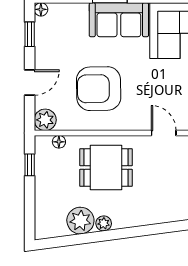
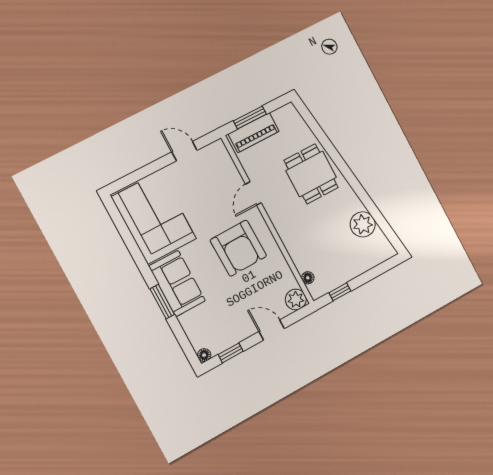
armchair: (99, 89) -> (238, 248), moved
dining table: (106, 168) -> (311, 174), moved
plant: (104, 223) -> (355, 204), removed

